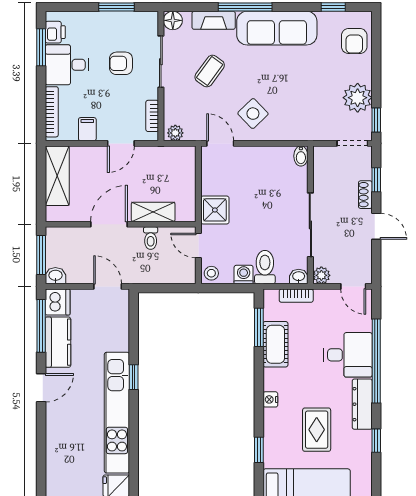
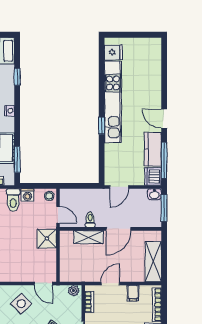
door: (108, 286) -> (119, 187), hinge flipped
door: (41, 388) -> (164, 119), hinge flipped

